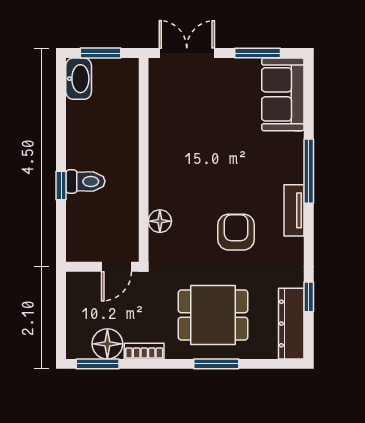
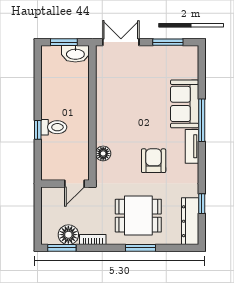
washbasin: (79, 79) -> (75, 54), moved, turned 90
sofa: (283, 94) -> (185, 104), moved

